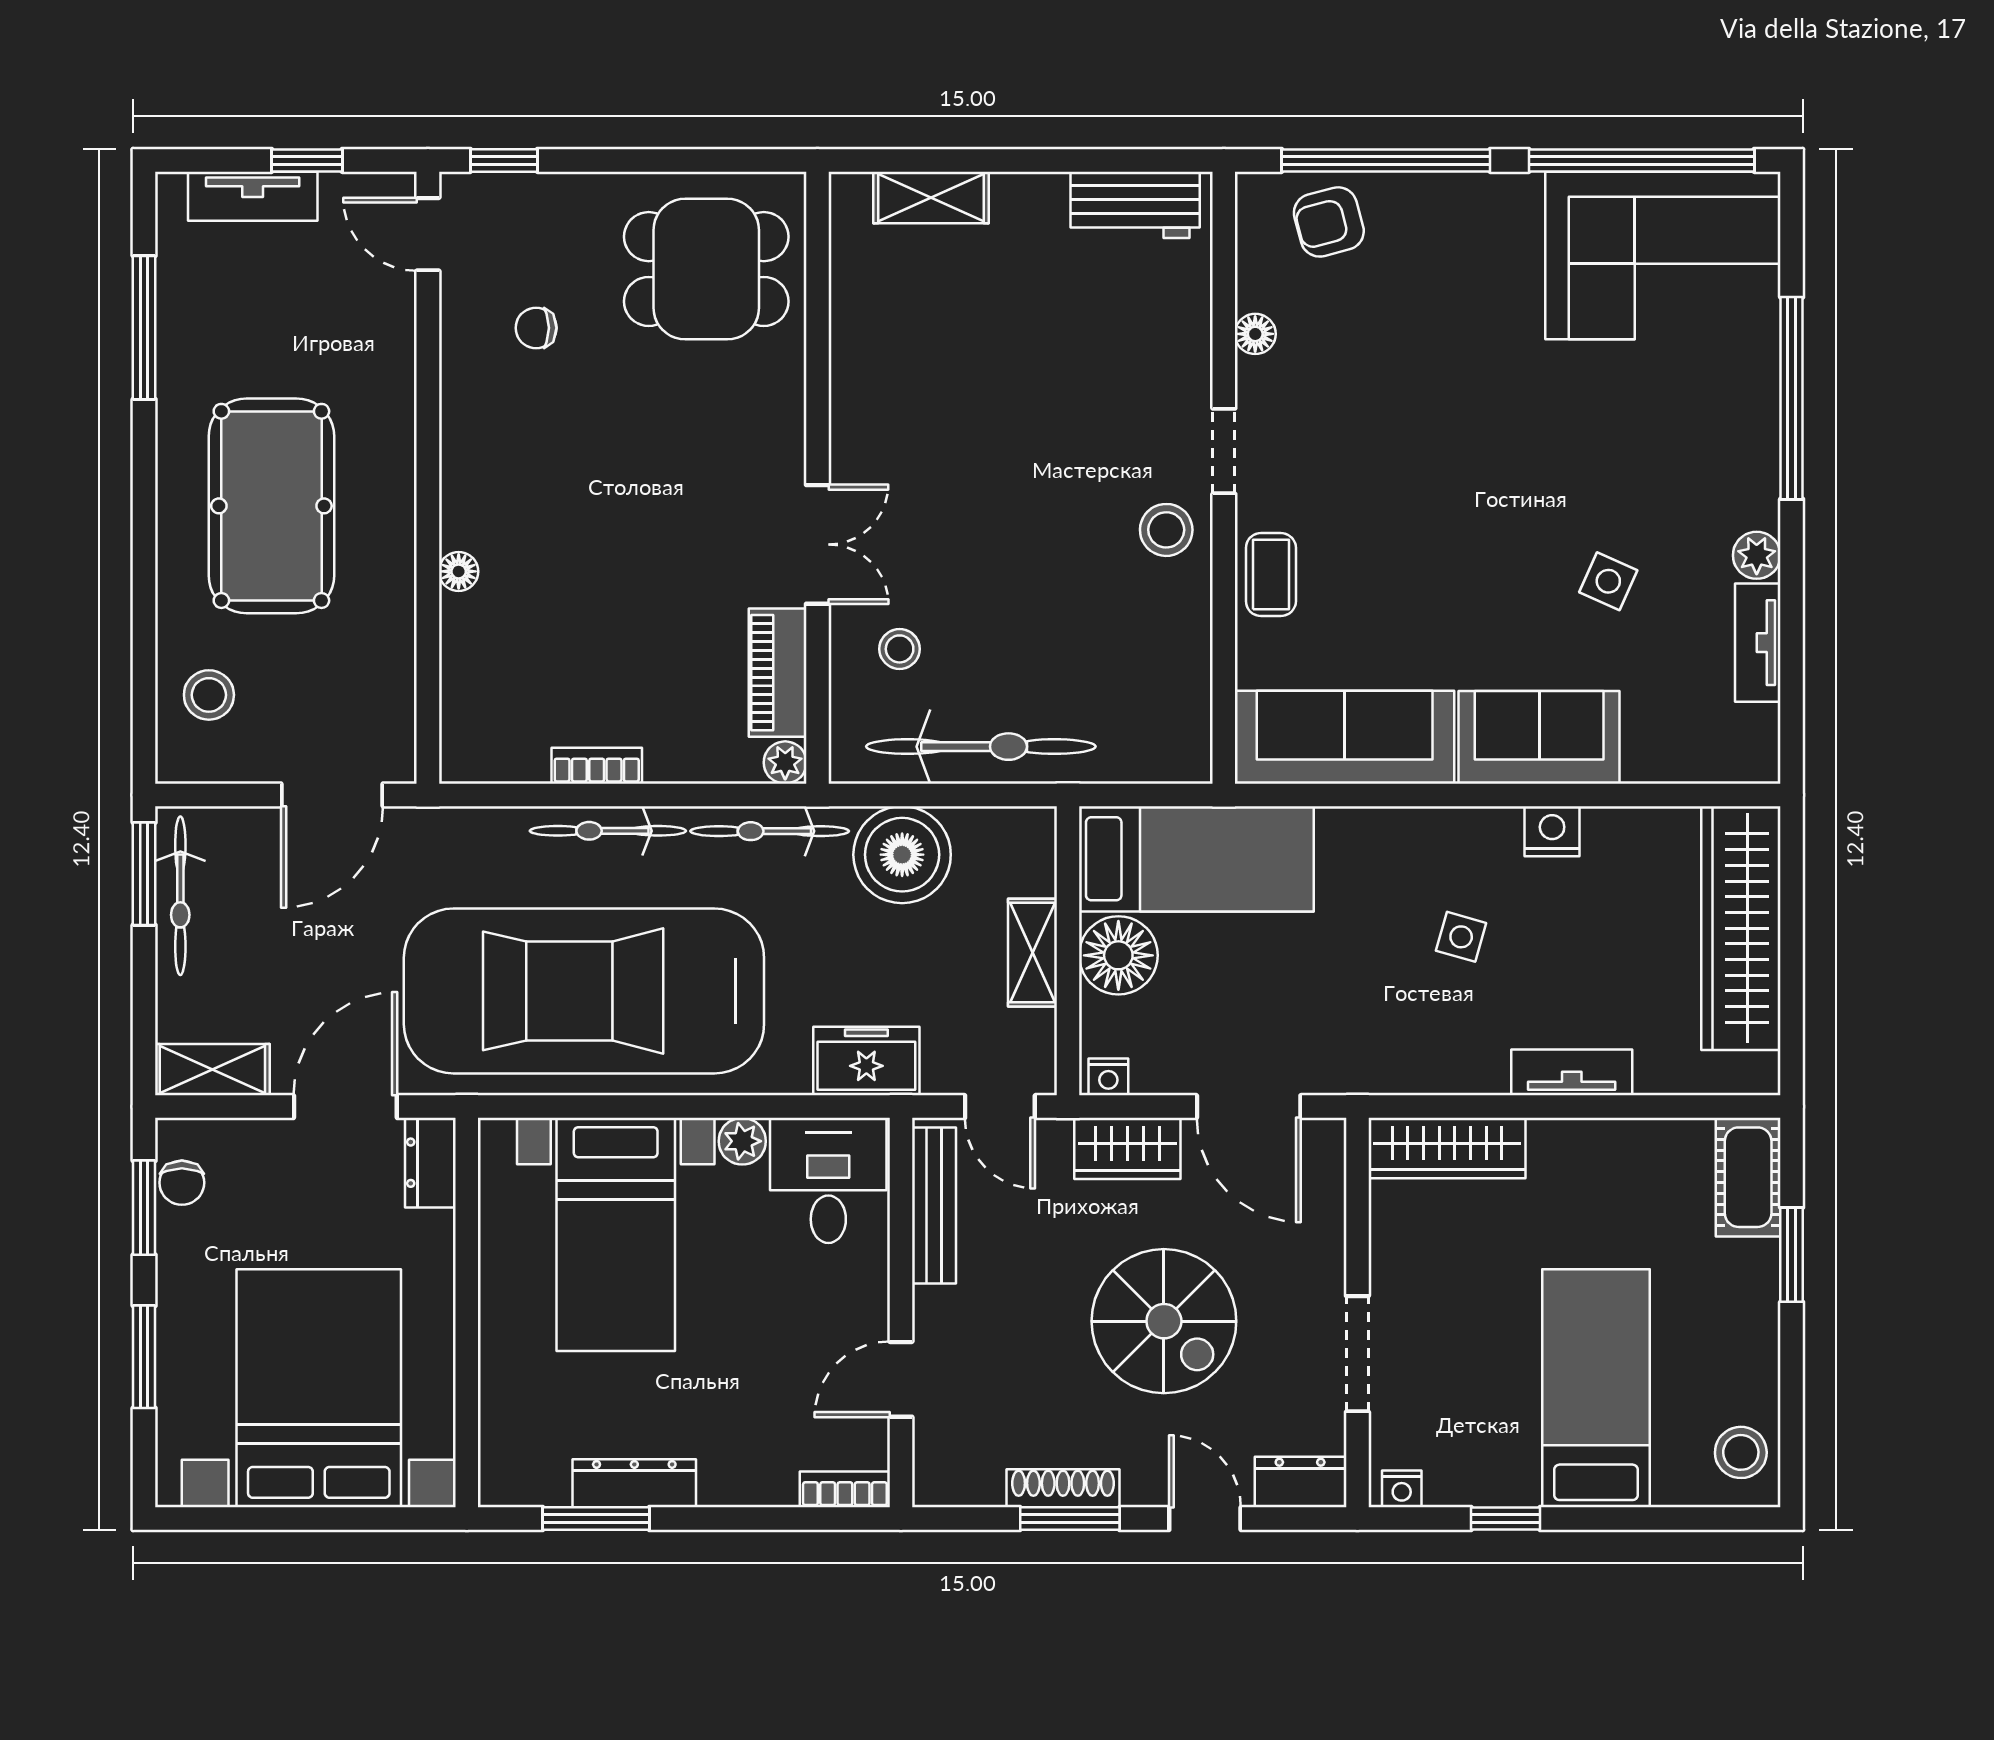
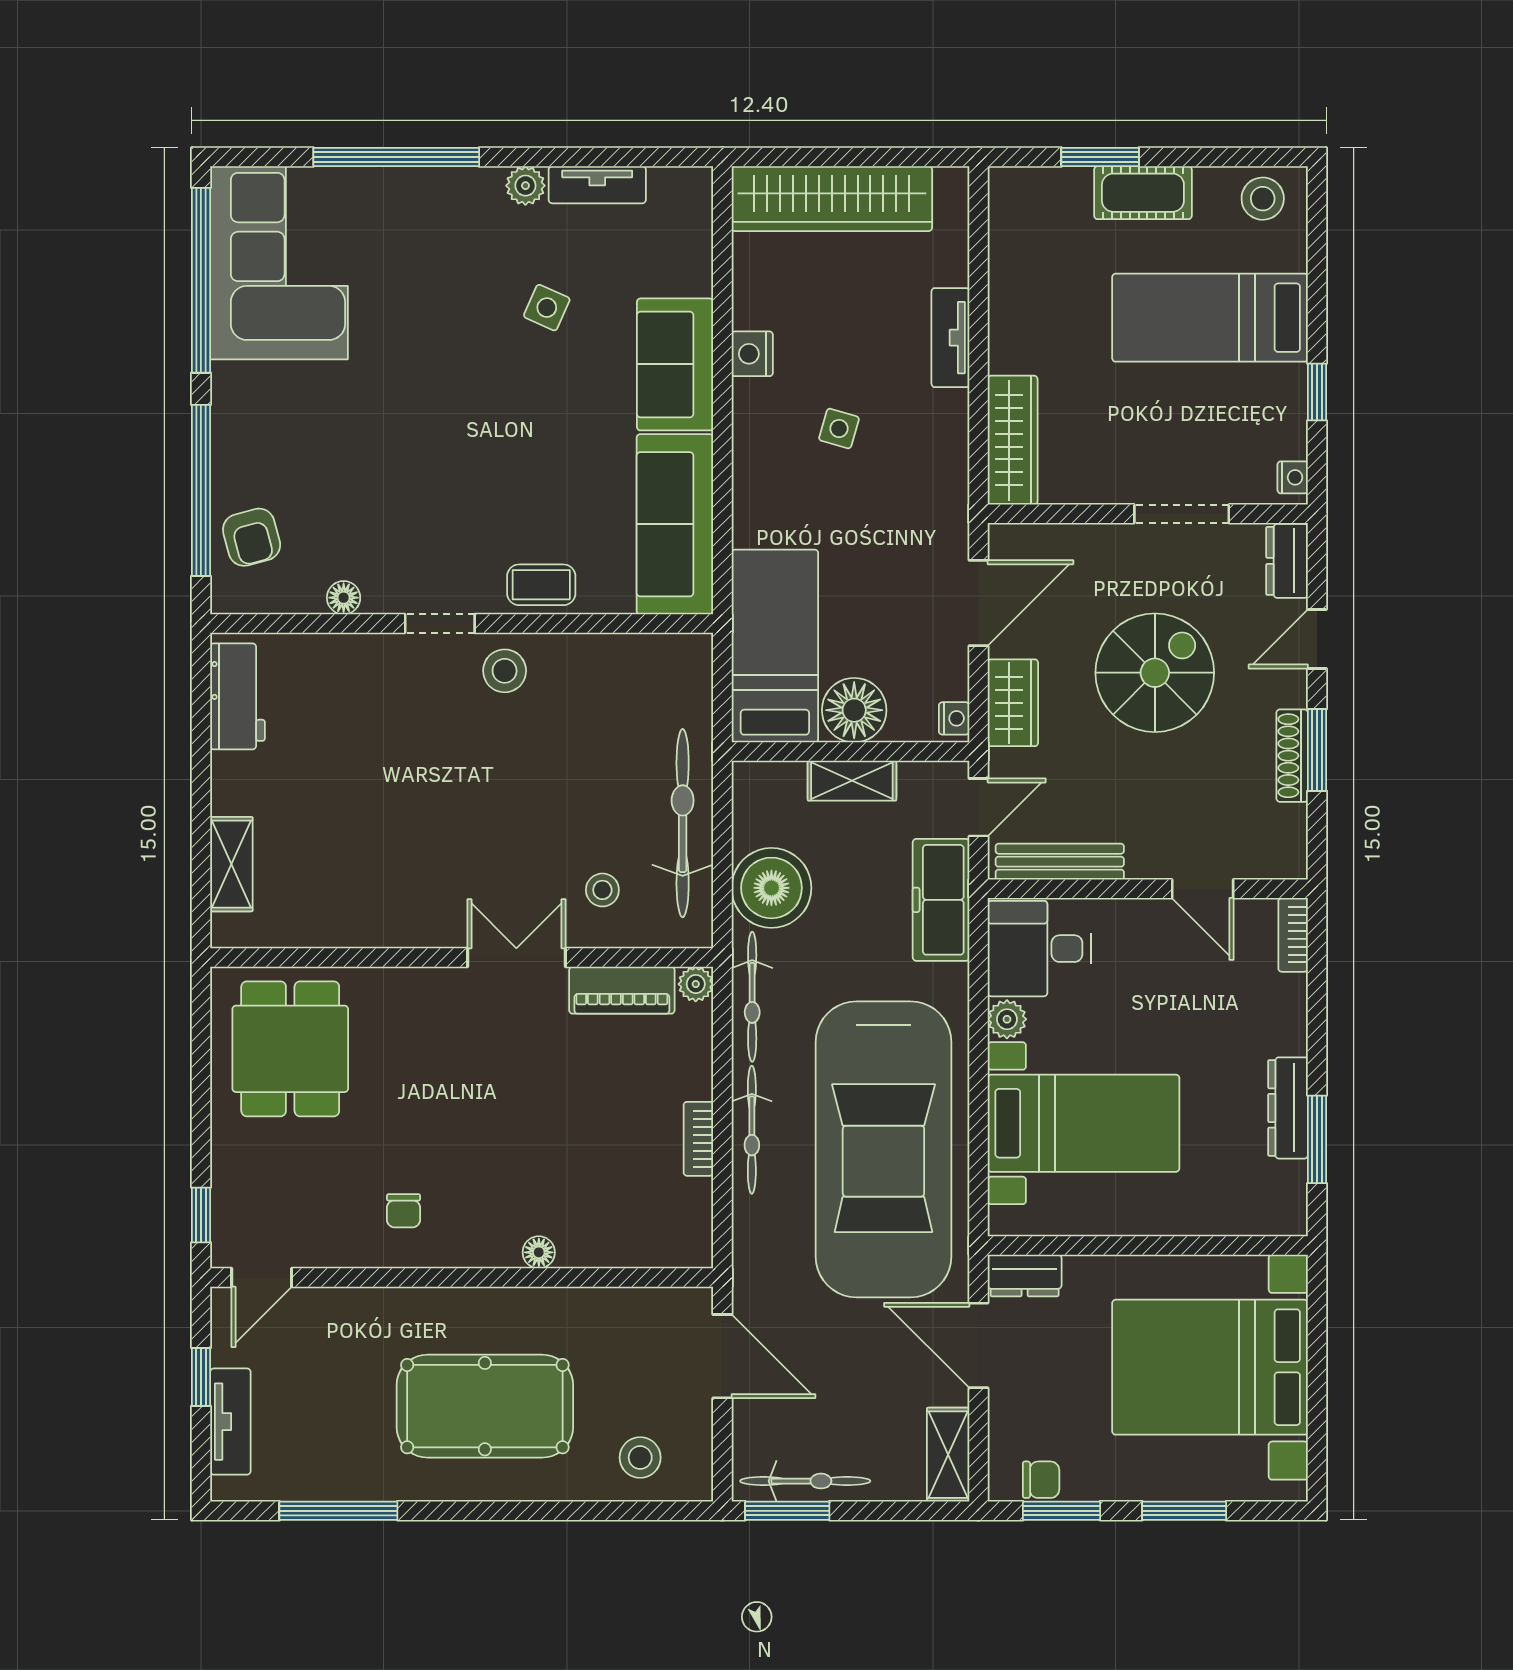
chair: (536, 328) -> (403, 1211), moved
freezer: (866, 1061) -> (941, 900), width x1.40
cot: (1748, 1177) -> (1143, 193), moved

